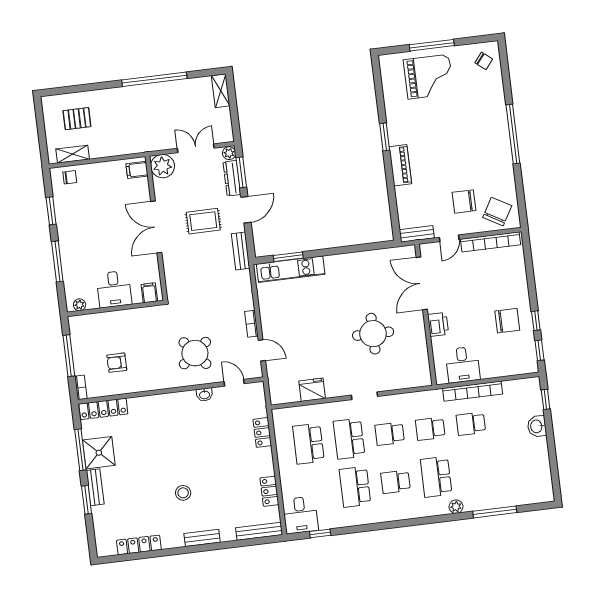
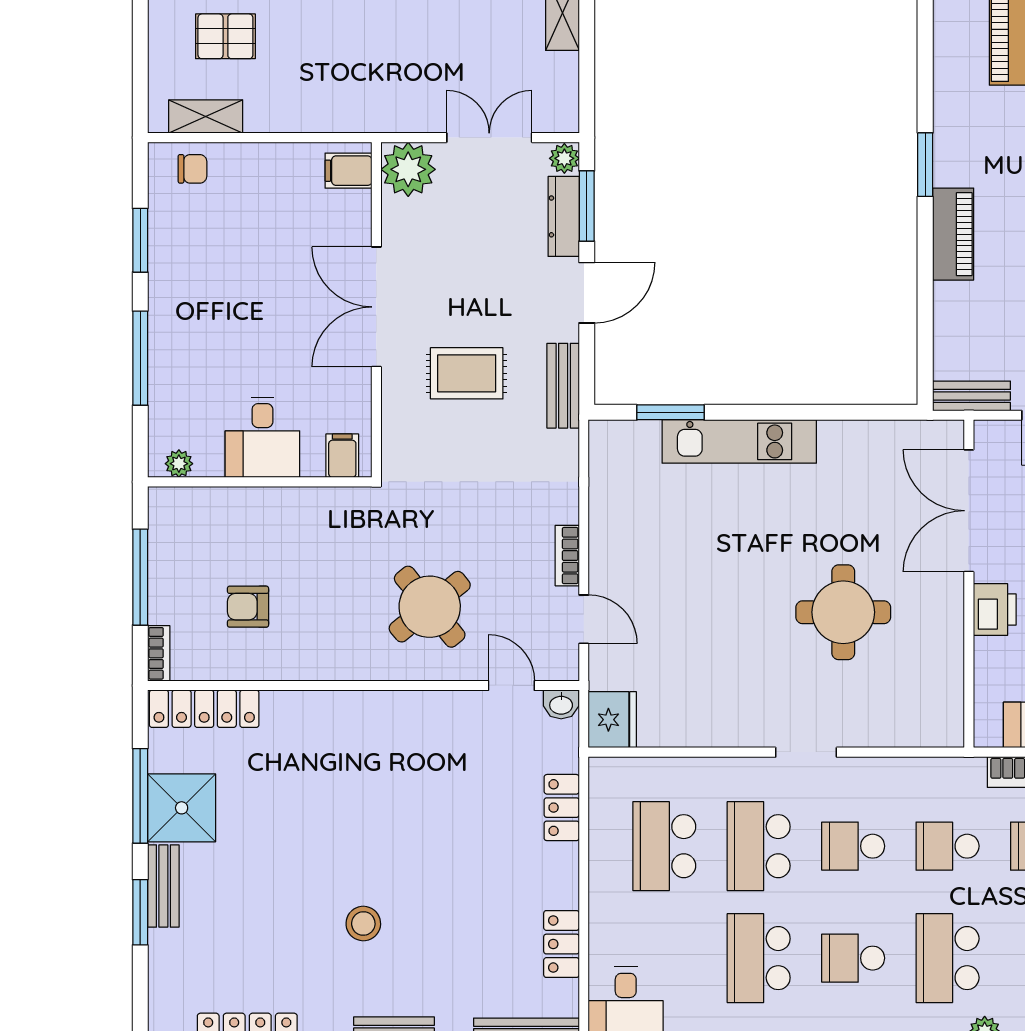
rug: (203, 221) -> (467, 373), moved
kitchen unit: (291, 269) -> (739, 441), moved
fridge: (312, 390) -> (612, 720), moved, turned 90
washbasin: (205, 395) -> (561, 704), moved

